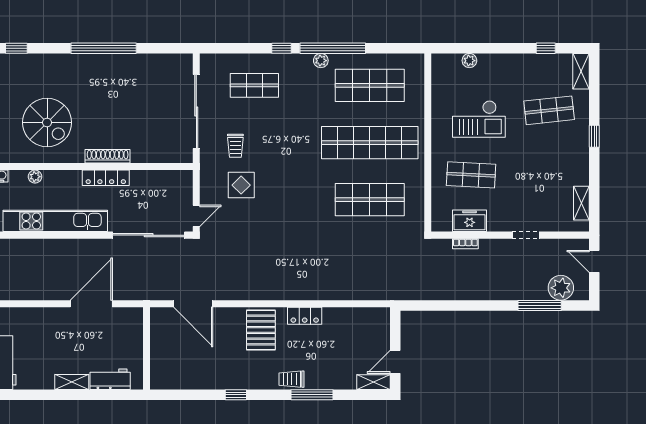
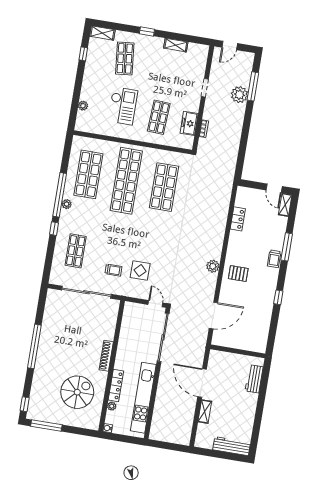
locker: (106, 178) -> (116, 385), moved
shelving: (581, 203) -> (176, 45), moved
plant: (561, 288) -> (239, 95), moved
plant: (265, 291) -> (213, 266), added
locker: (305, 316) -> (238, 219), moved
pallet: (261, 330) -> (238, 274), width x0.67, depth x0.71
shelving: (72, 382) -> (205, 412), moved

